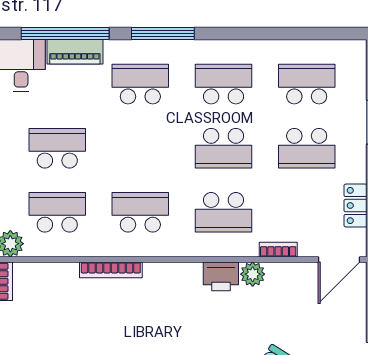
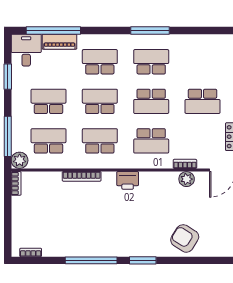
window: (163, 33) -> (150, 30), moved
school desk: (307, 84) -> (100, 101), moved
plant: (253, 274) -> (187, 179), moved
printer: (221, 276) -> (128, 180), moved

